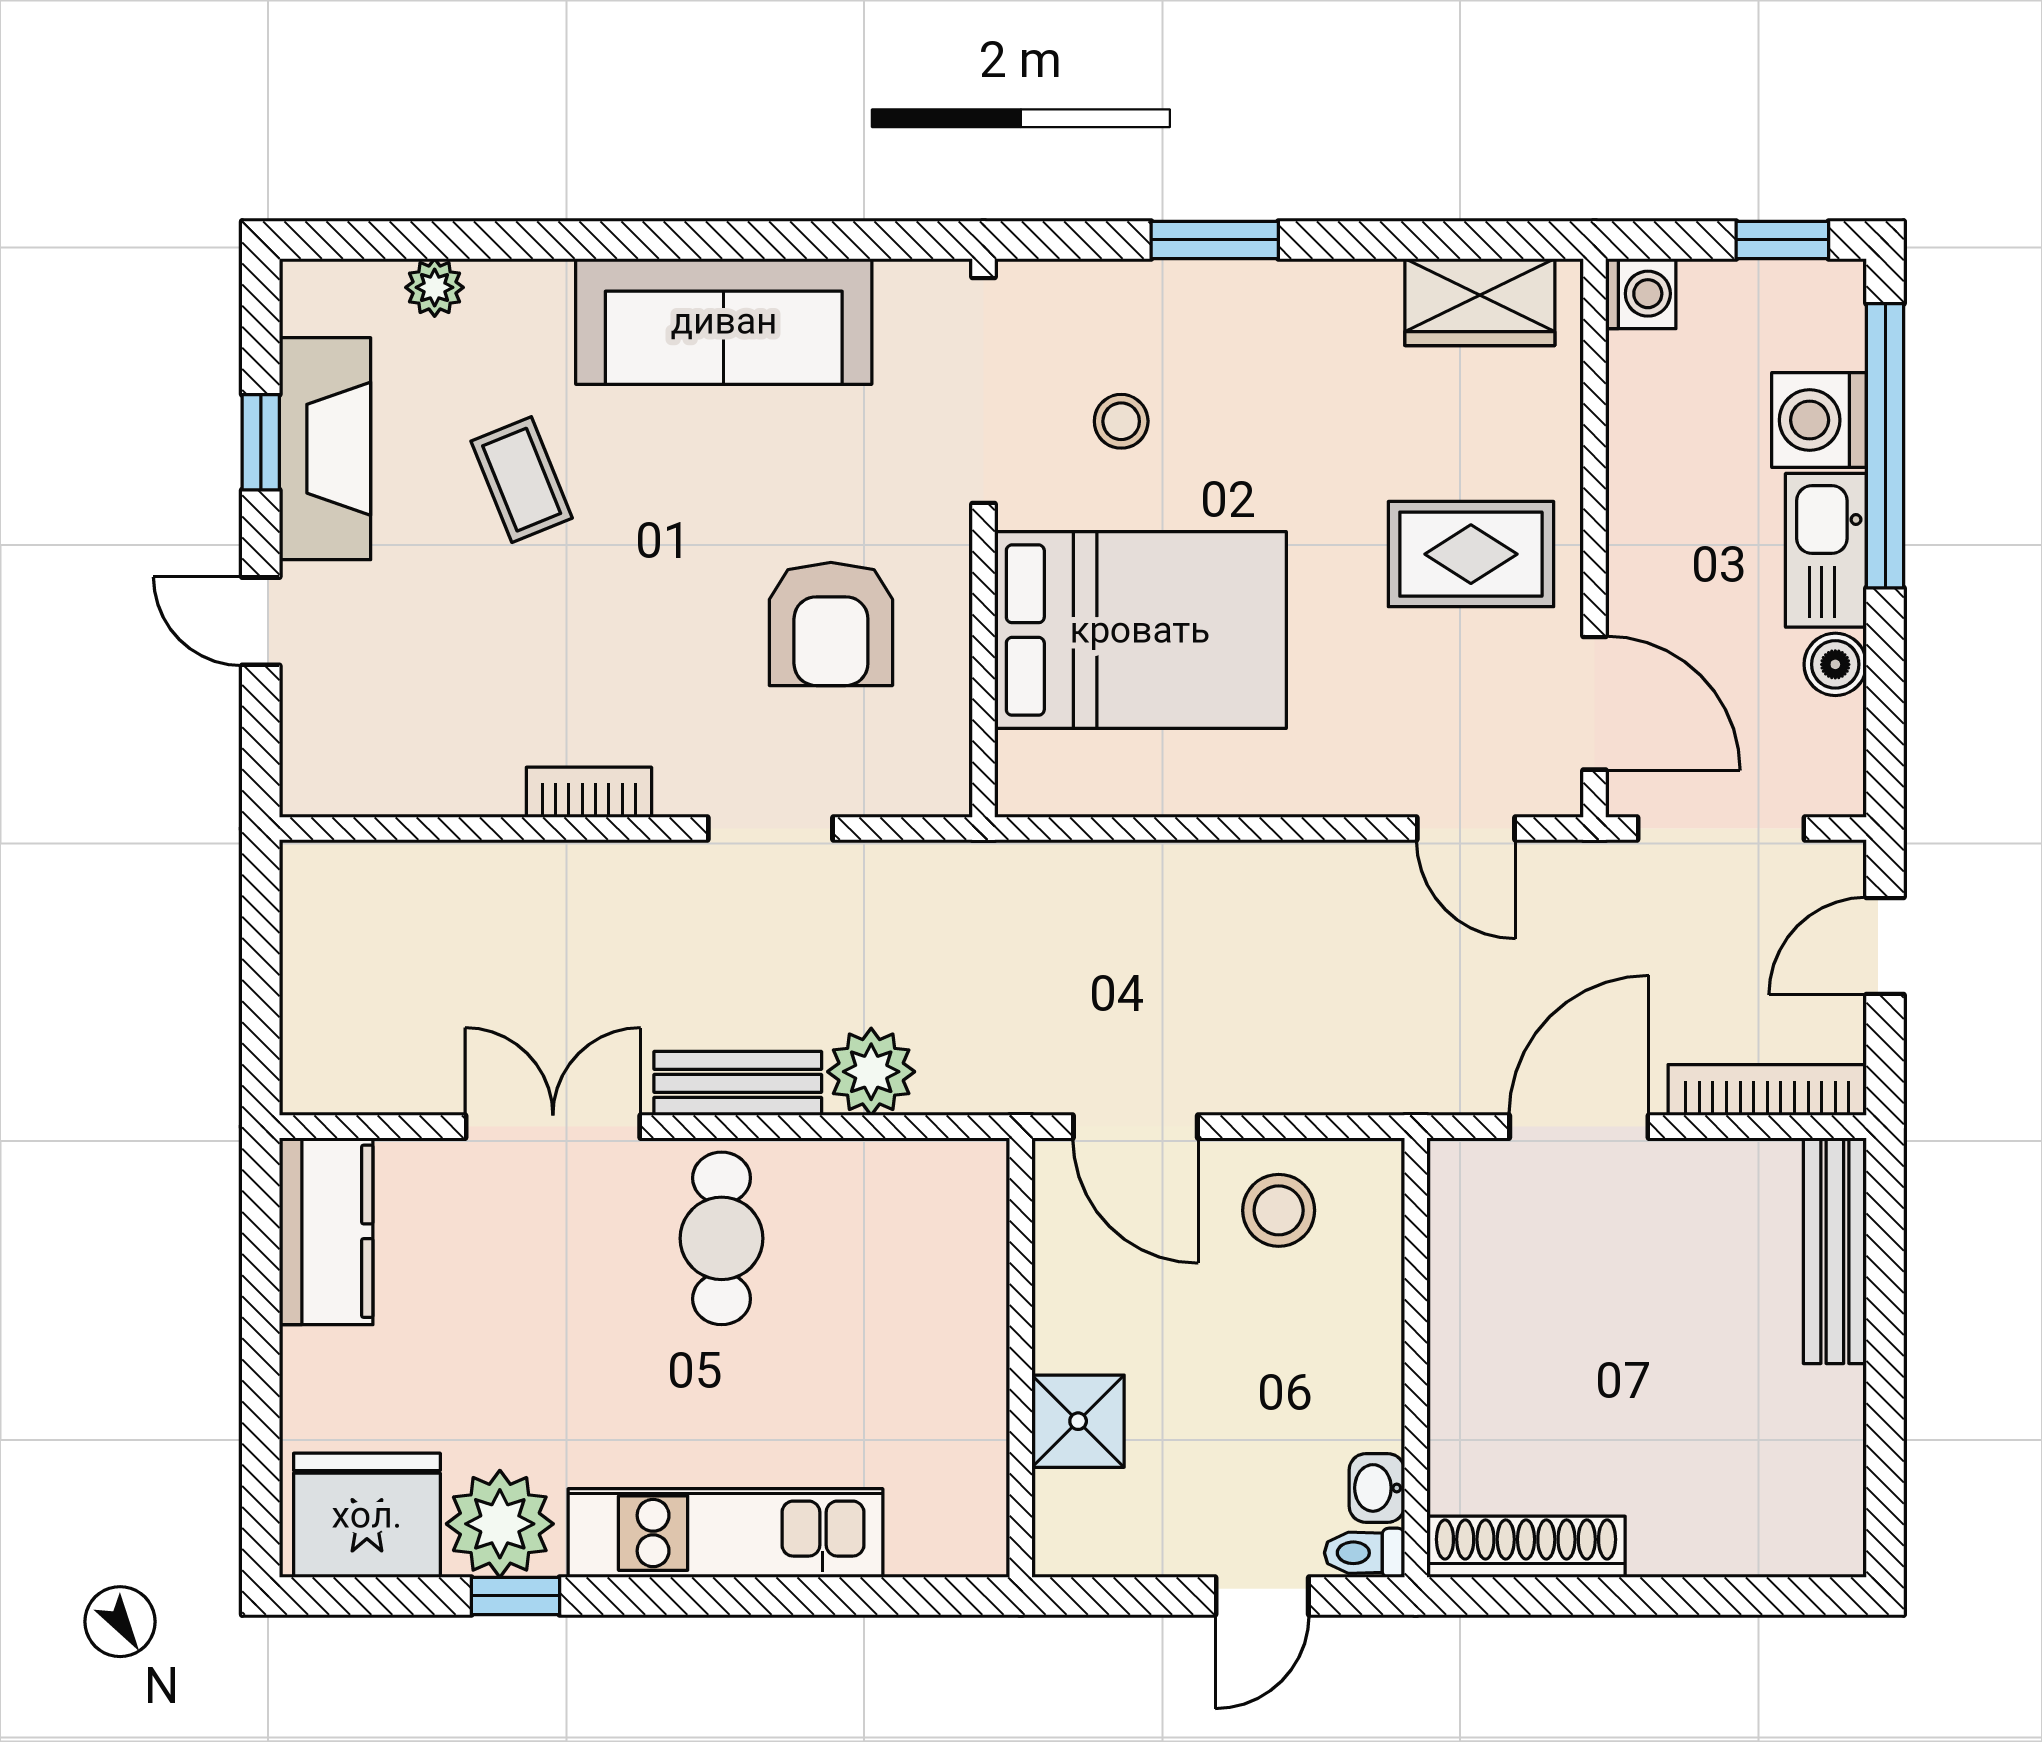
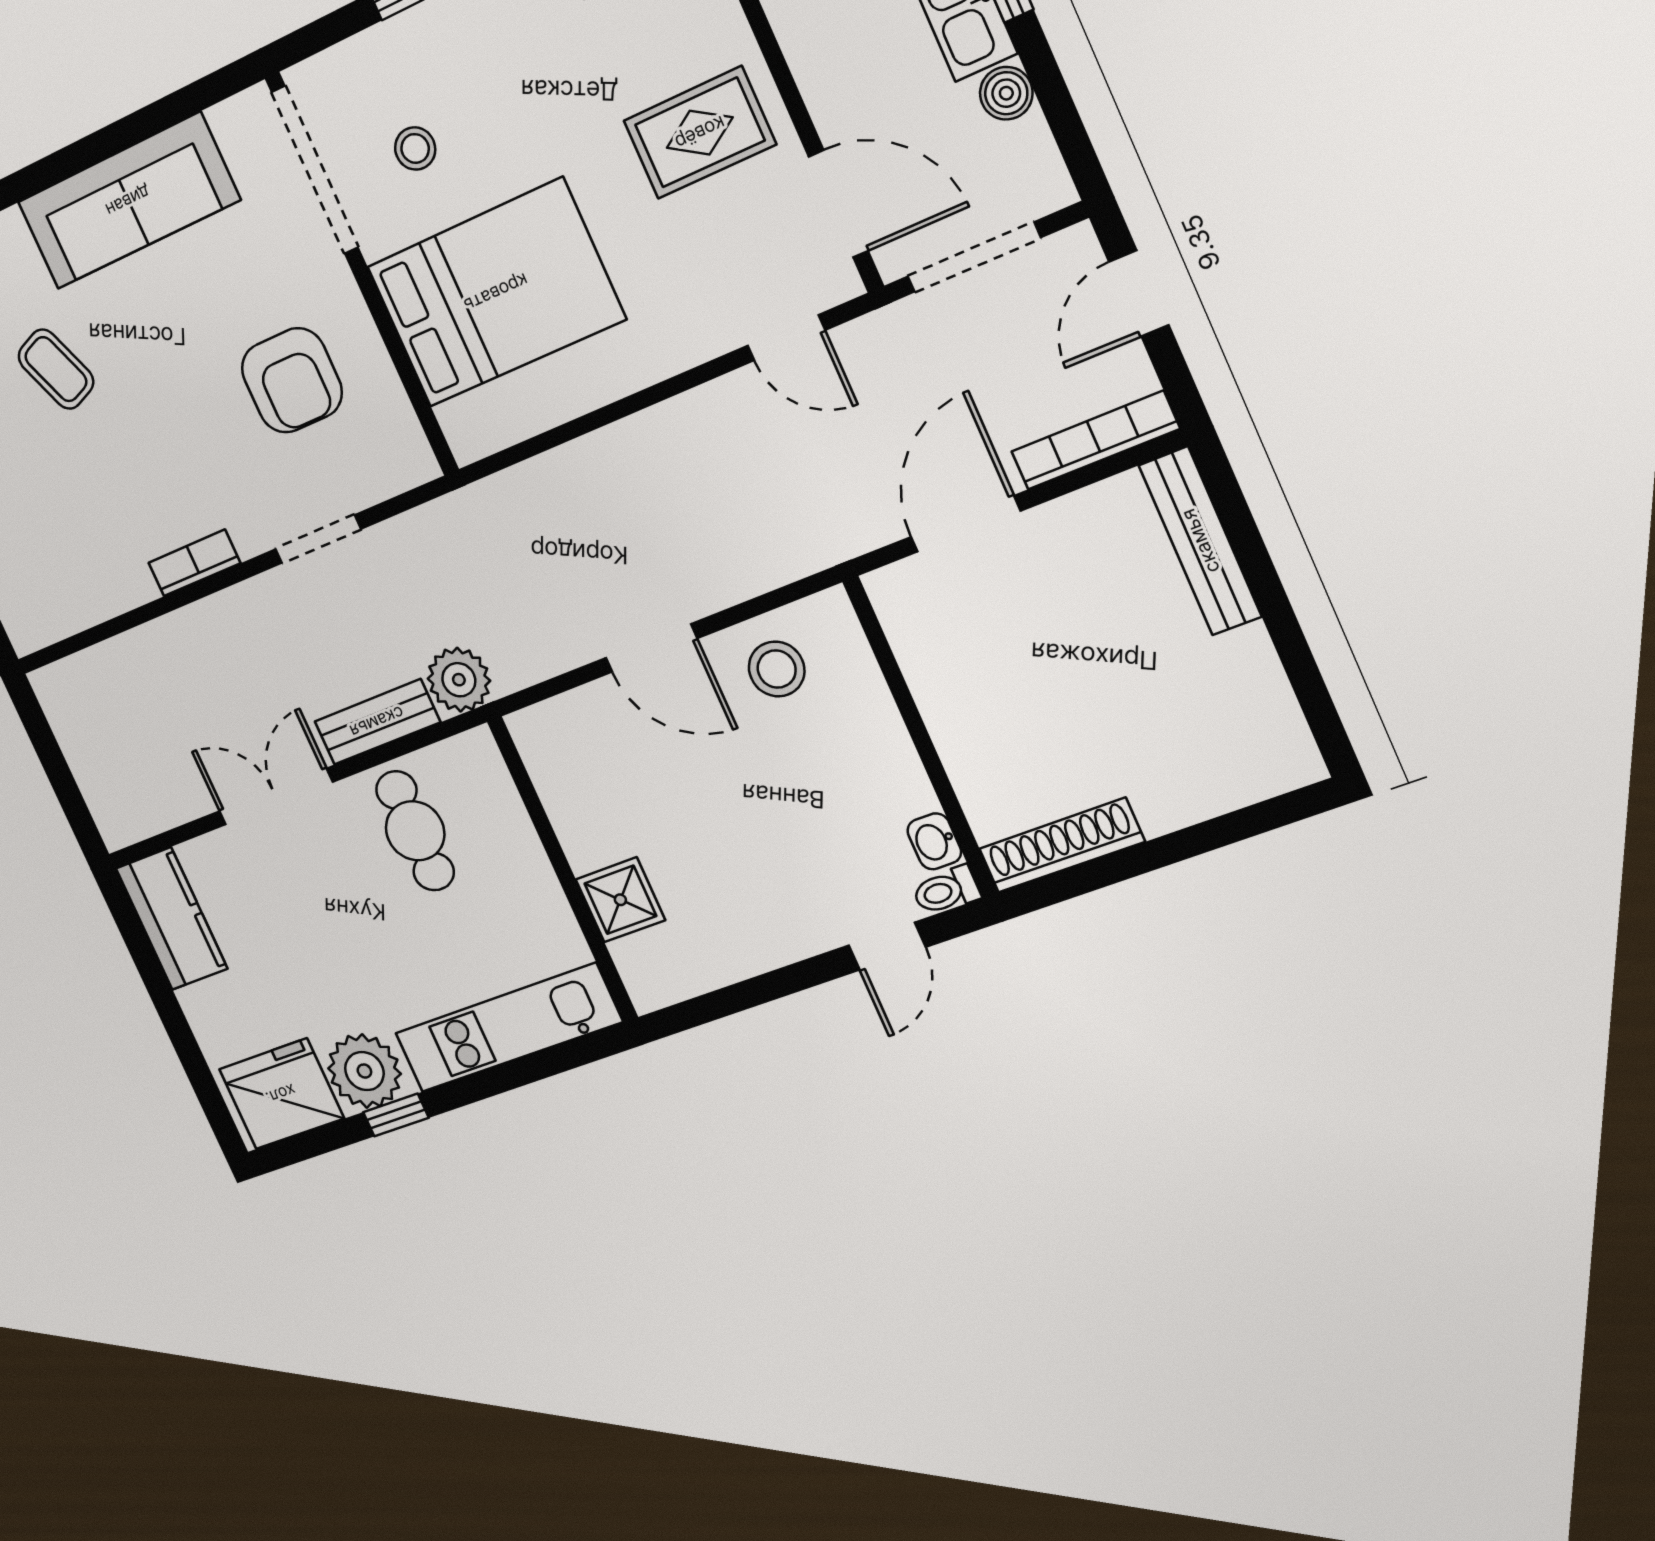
wall: (1021, 1358) -> (563, 870), moved
shower: (1078, 1421) -> (620, 900), moved

